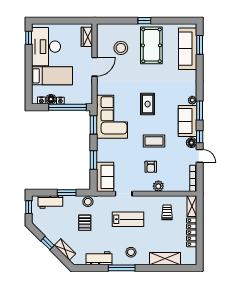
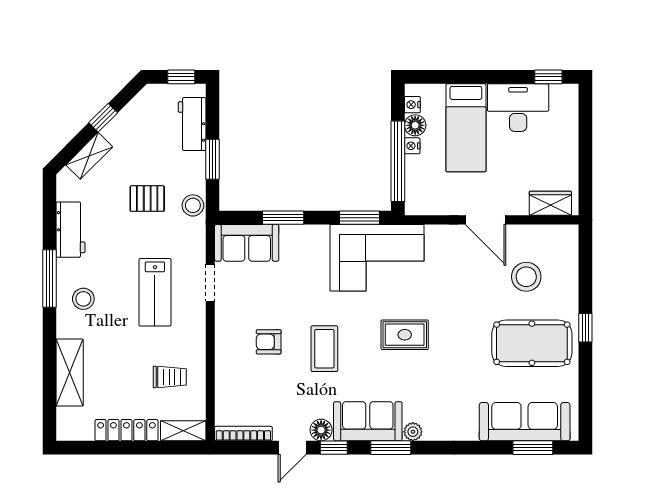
desk: (46, 47) -> (518, 108), width x0.73, depth x0.77
plant: (158, 186) -> (227, 358), removed

